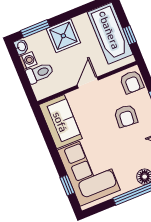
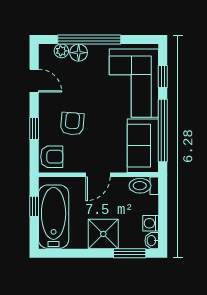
toilet: (40, 73) -> (144, 186), moved
armchair: (132, 82) -> (52, 157), turned 90
window: (49, 141) -> (163, 130), added

